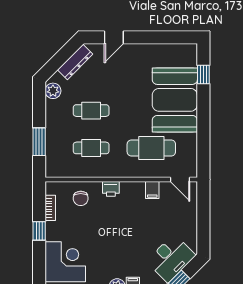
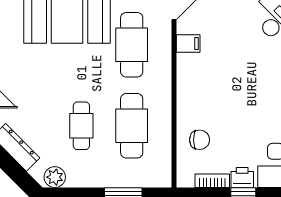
cafe table: (91, 148) -> (132, 126), width x1.37, depth x1.35
printer: (111, 189) -> (242, 177), moved, turned -90

